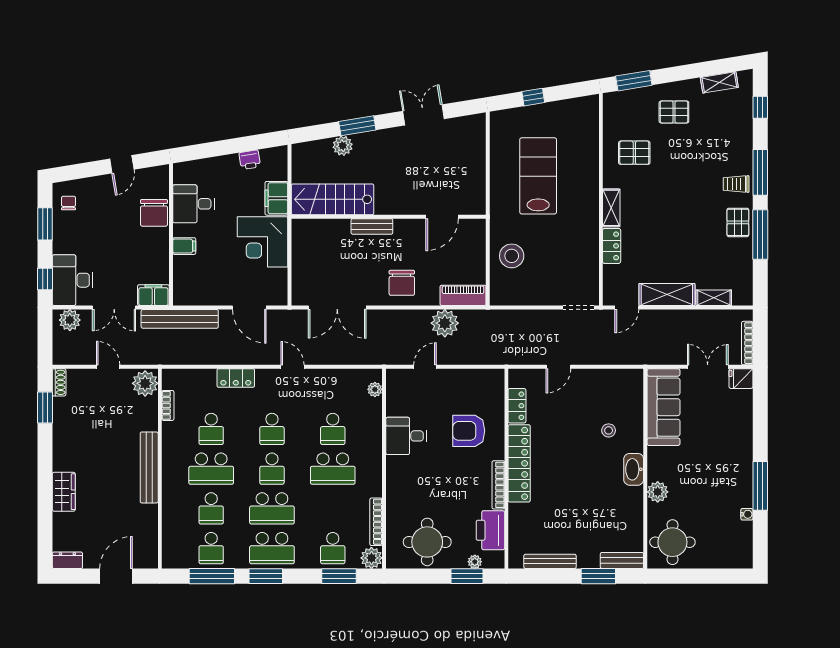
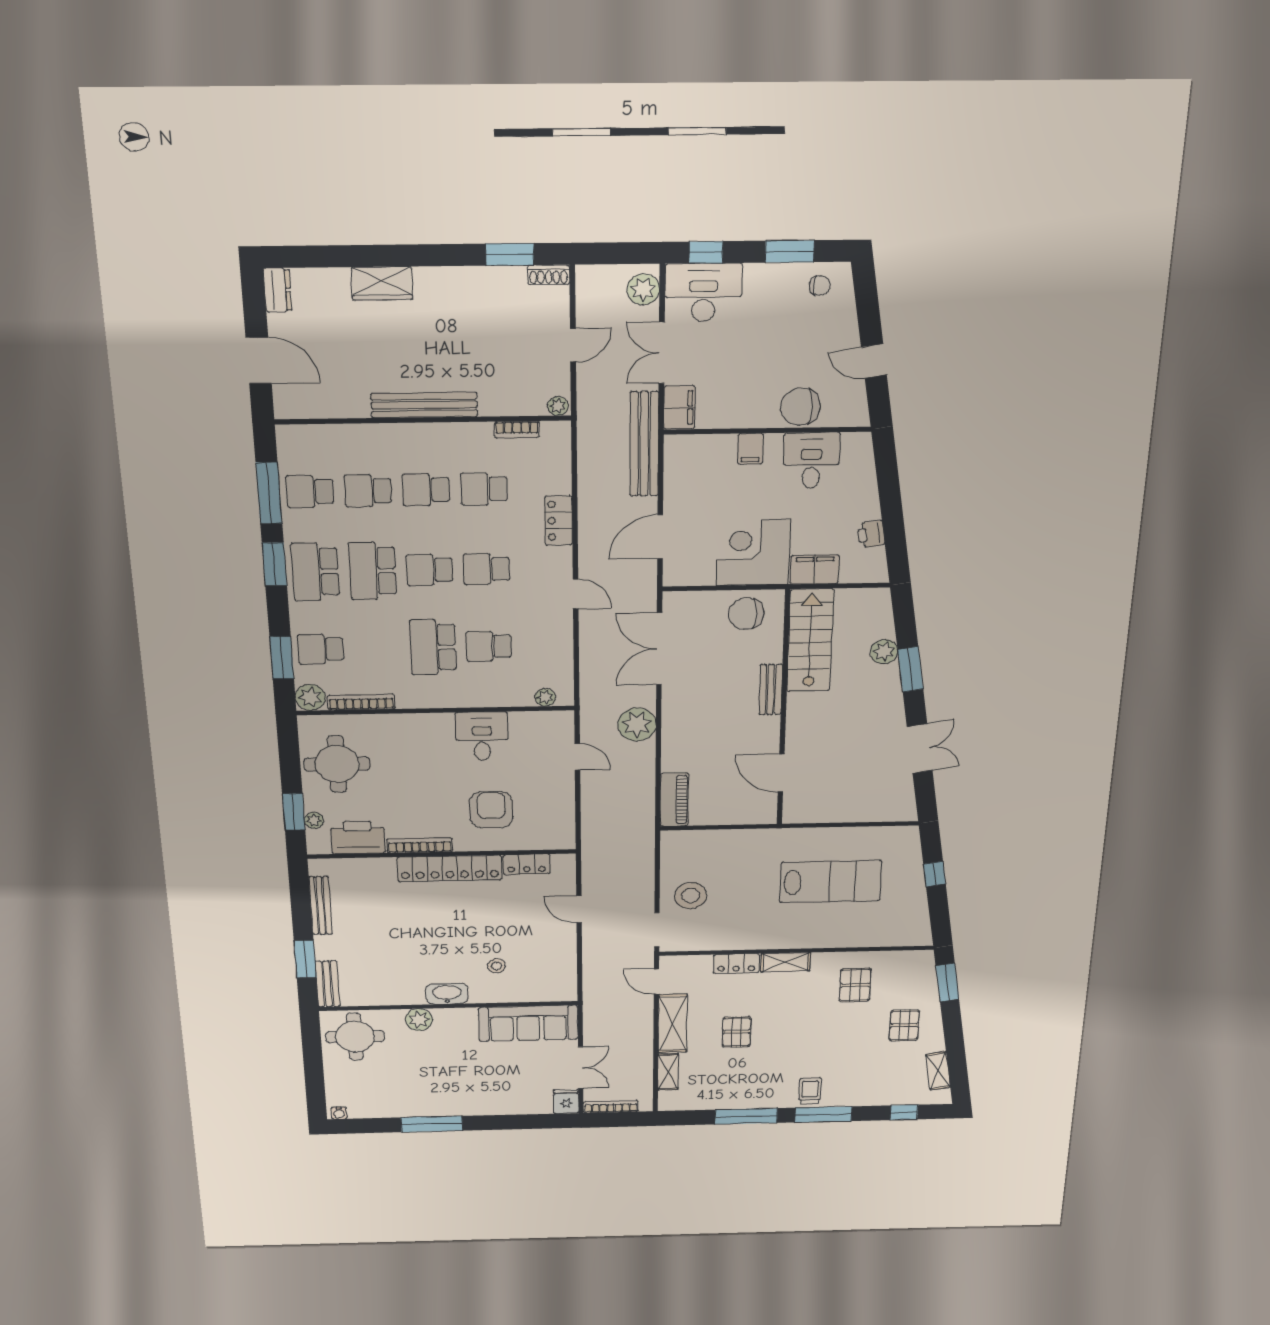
pallet: (738, 222) -> (736, 1032), moved, turned 90
stool: (512, 256) -> (691, 896), moved
chair: (402, 283) -> (746, 614), moved
plant: (445, 323) -> (637, 724), moved
door: (292, 367) -> (576, 594), hinge flipped
plant: (145, 383) -> (558, 406), width x0.53, depth x0.53
school desk: (211, 469) -> (426, 490), width x0.54
water cooler: (747, 514) -> (339, 1113), moved

